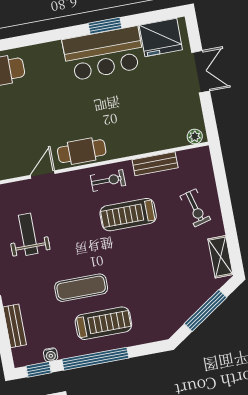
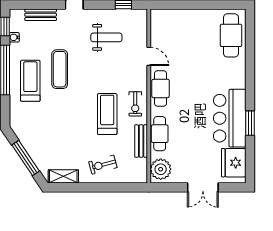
plant: (195, 136) -> (161, 169), width x1.88, depth x1.88
cafe table: (141, 141) -> (160, 134), added
treadmill: (103, 323) -> (30, 81), turned 180

